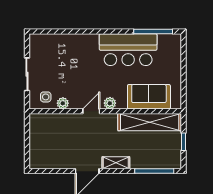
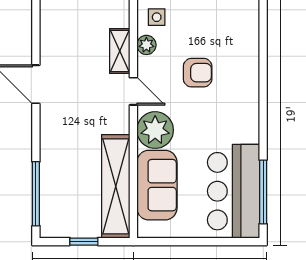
bar counter: (128, 50) -> (234, 191), moved
armchair: (80, 72) -> (198, 73), added
plant: (110, 103) -> (155, 130), width x1.88, depth x1.88
shelving: (116, 163) -> (120, 51), moved

